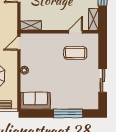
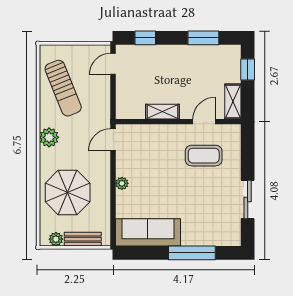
shelving: (31, 26) -> (162, 112), moved
sofa: (35, 101) -> (148, 232), width x1.36

